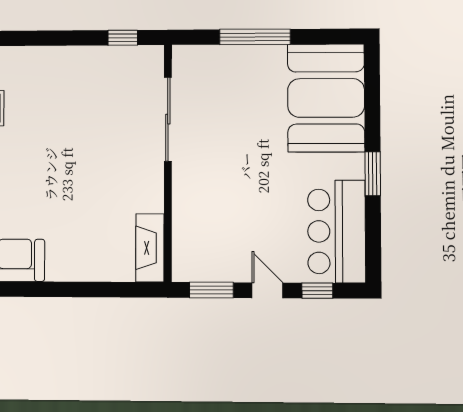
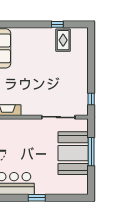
booth: (326, 98) -> (73, 153), moved, turned 90

